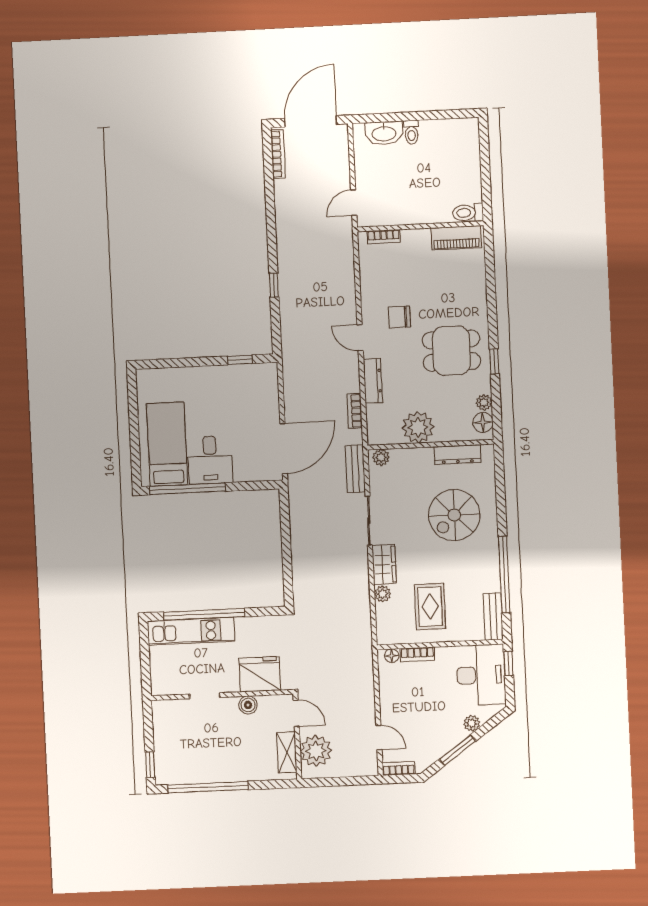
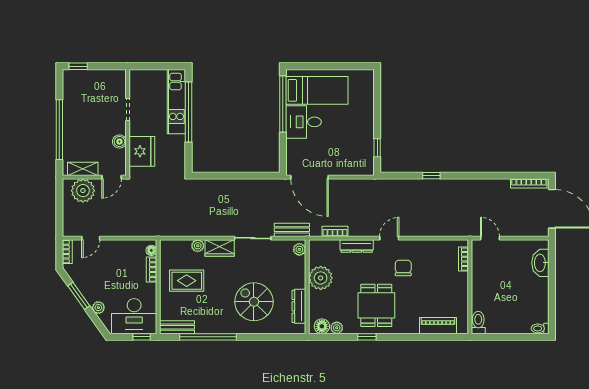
toilet: (411, 132) -> (540, 328), moved
piano: (456, 238) -> (438, 326), moved, turned 90
window: (208, 787) -> (59, 130), moved

